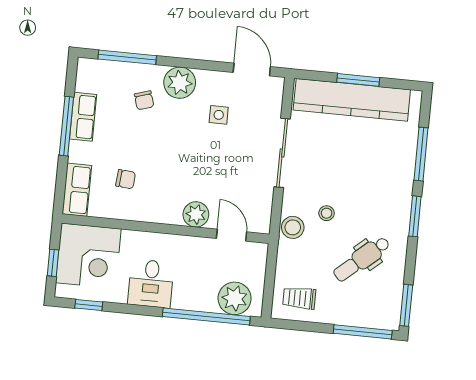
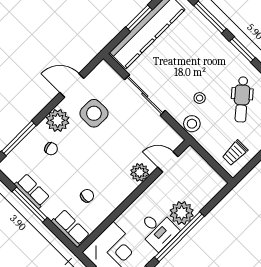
door: (252, 70) -> (72, 85), moved
side table: (219, 115) -> (94, 113), width x1.87, depth x1.87
plant: (235, 298) -> (182, 213), moved
window: (206, 316) -> (179, 237), moved

